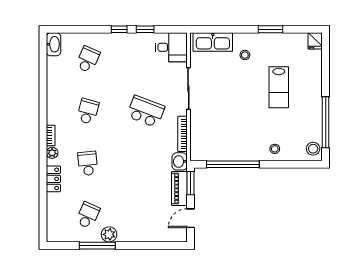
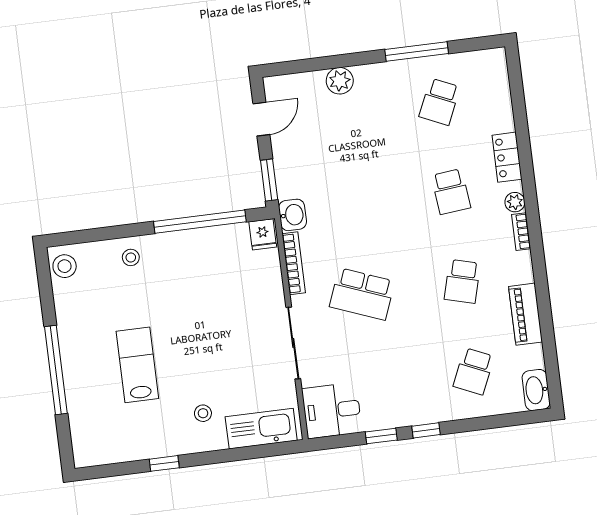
window: (271, 29) -> (164, 463), width x0.67
fridge: (315, 41) -> (263, 234), moved, turned 180
window: (326, 122) -> (56, 370), moved
piano: (179, 188) -> (526, 314), moved, turned 180
plant: (109, 234) -> (340, 81), moved

